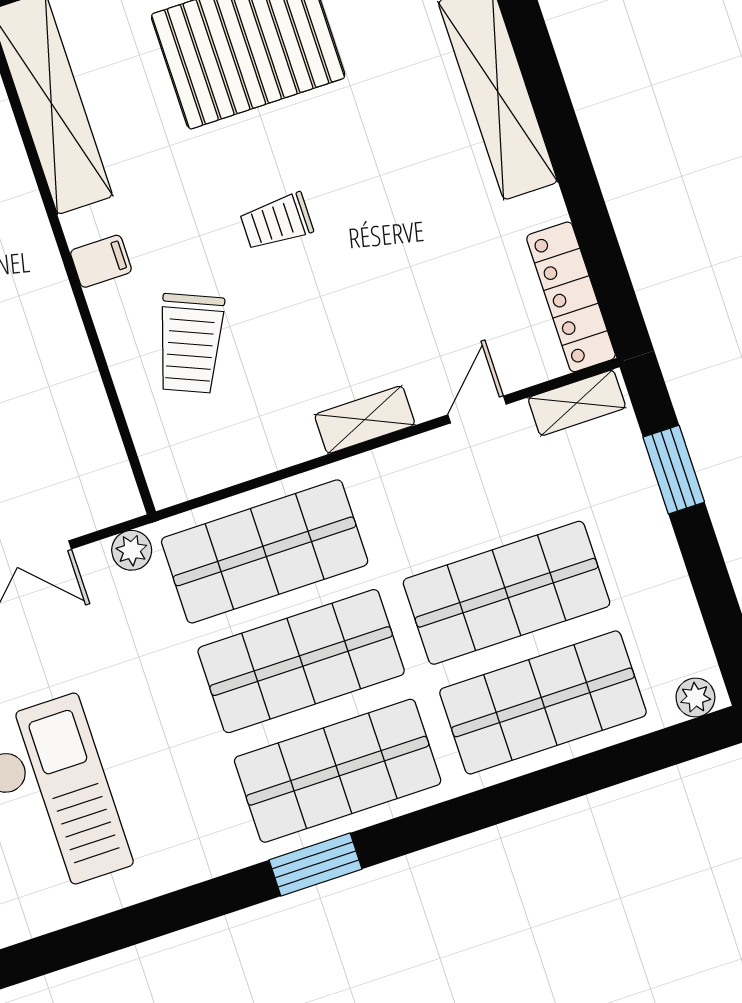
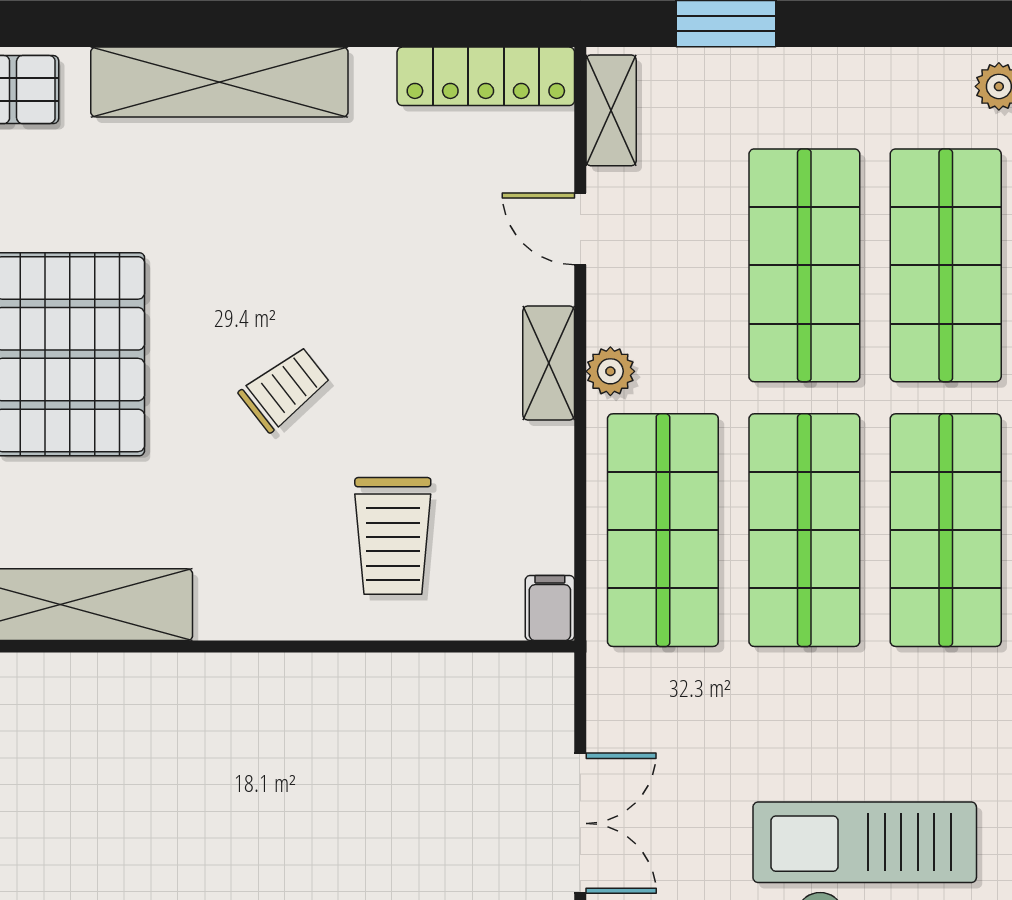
trolley: (277, 222) -> (285, 389), turned -128
filing cabinet: (101, 261) -> (550, 608), moved
trolley: (190, 343) -> (393, 536), turned 67
plant: (132, 550) -> (610, 371), moved

